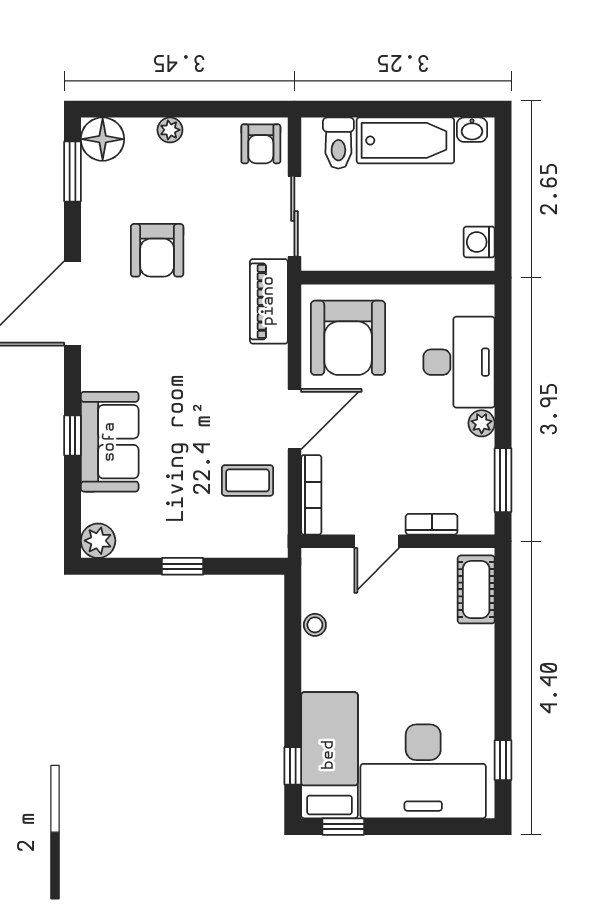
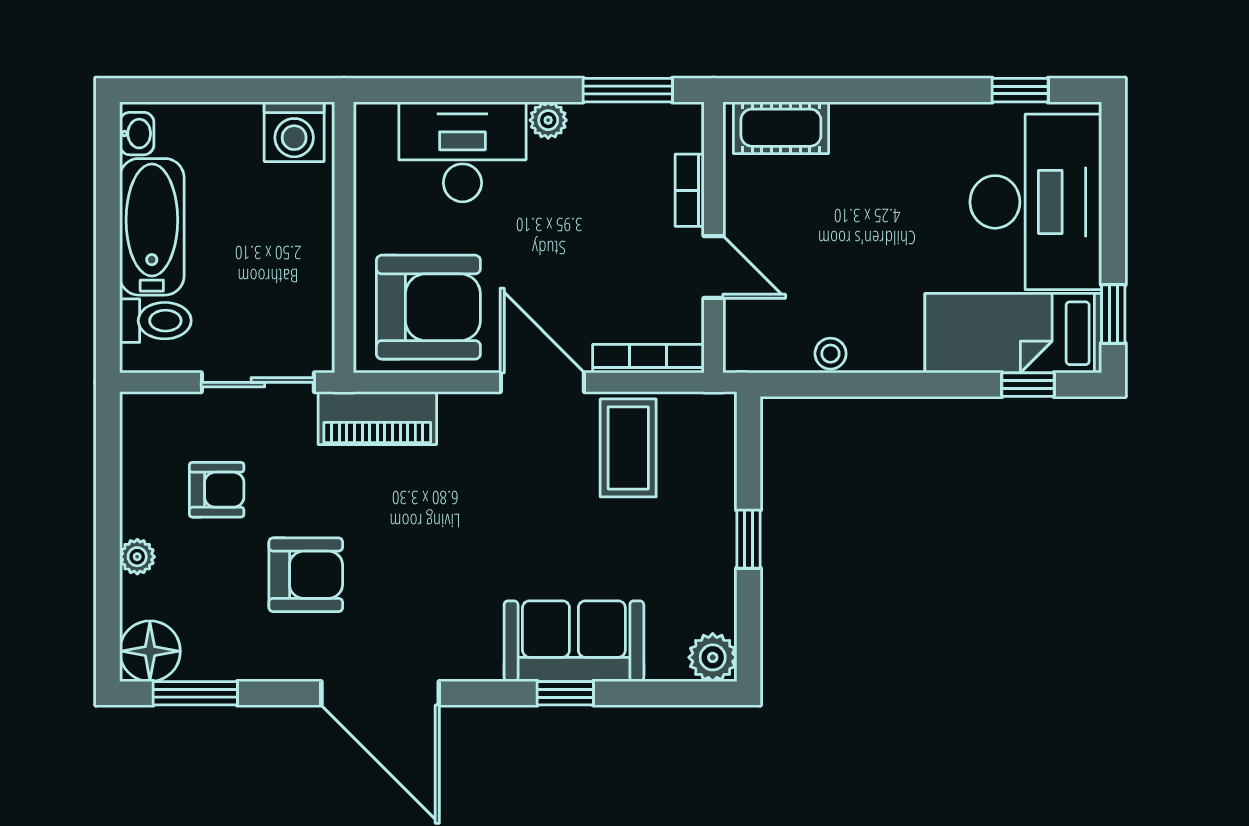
armchair: (261, 144) -> (217, 490), moved
washing machine: (479, 242) -> (294, 132), width x1.38, depth x1.38
coffee table: (248, 480) -> (628, 448), width x1.36, depth x1.30

